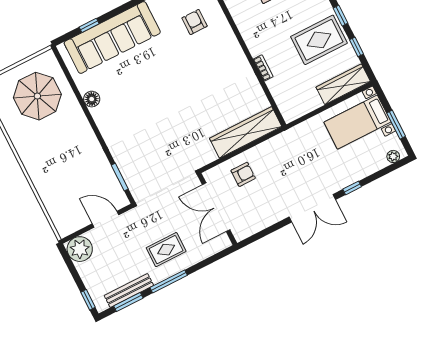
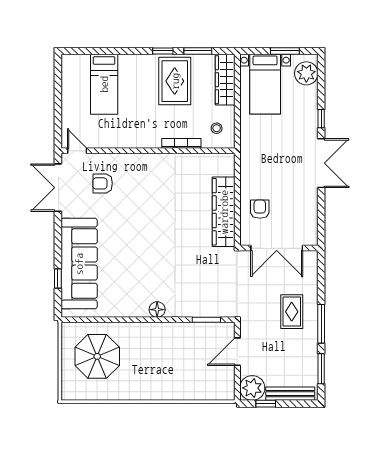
window: (356, 47) -> (198, 51), width x1.50
bookcase: (263, 68) -> (181, 143), width x1.56
floor lamp: (92, 99) -> (157, 310), moved
stool: (296, 99) -> (217, 128), added
wardrobe: (246, 132) -> (224, 212), moved
plant: (393, 156) -> (306, 73), width x1.88, depth x1.88
bench: (129, 290) -> (290, 394), moved, turned 90
window: (88, 300) -> (266, 404), moved

